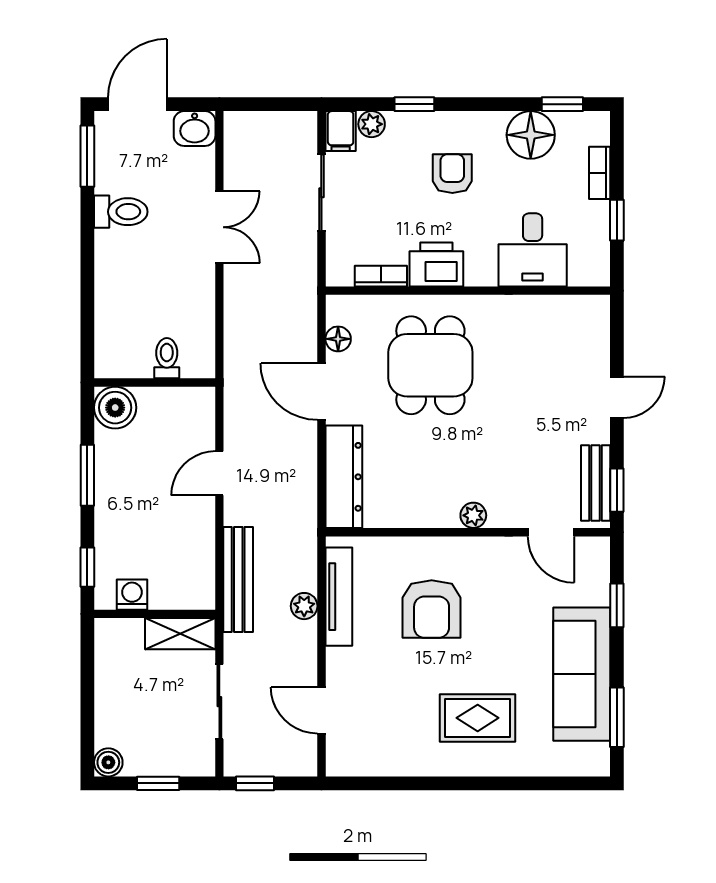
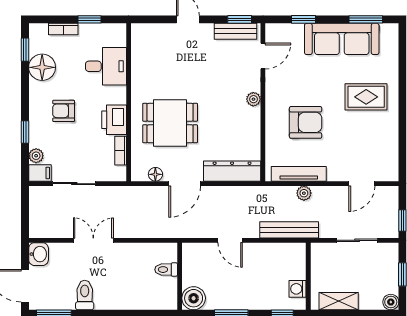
shelving: (180, 634) -> (339, 301), moved, turned 90
rug: (478, 718) -> (366, 97), turned 90

